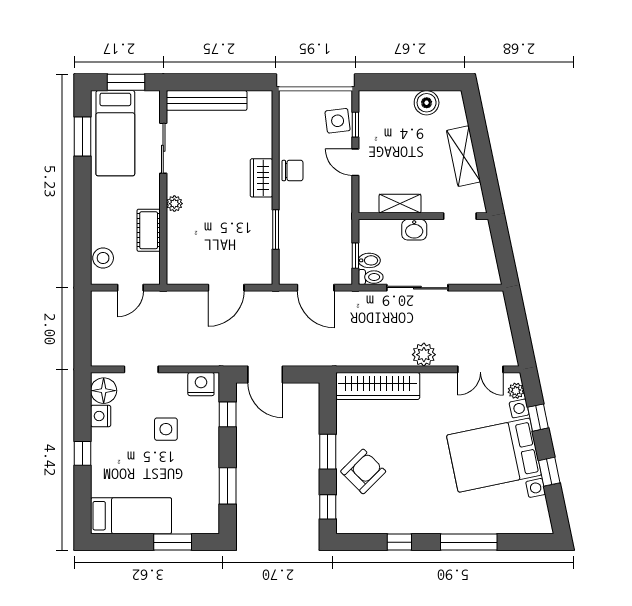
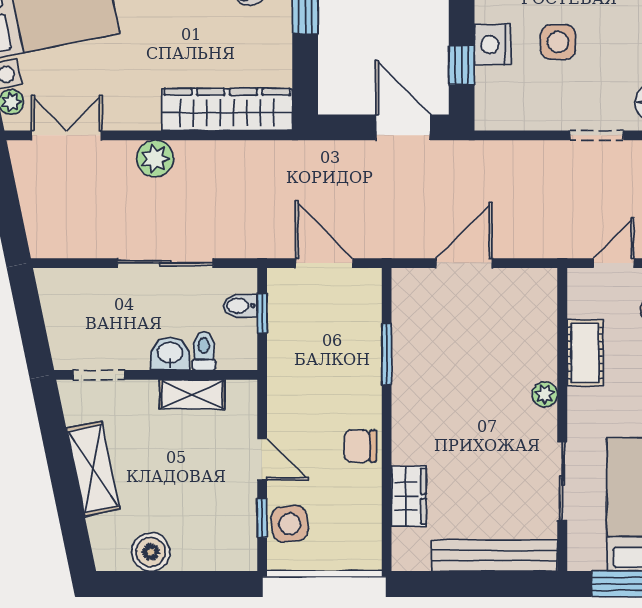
wardrobe: (261, 178) -> (409, 496), moved
toilet: (371, 277) -> (204, 351), moved, turned 90
nightstand: (201, 384) -> (493, 45), moved, turned 90

